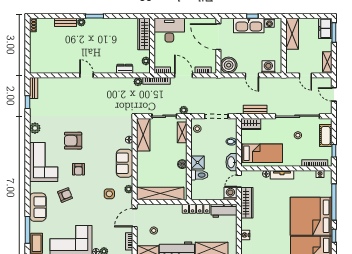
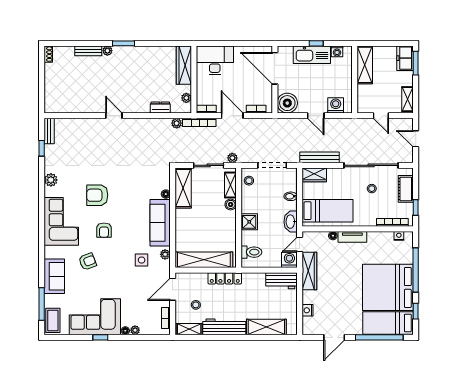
bench: (255, 110) -> (319, 157), width x1.36
sofa: (125, 163) -> (160, 223), width x1.36
boiler: (182, 164) -> (231, 204), moved
toilet: (199, 175) -> (251, 252), moved
locker: (196, 209) -> (225, 278), moved

